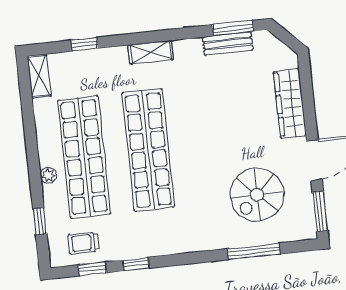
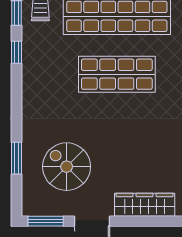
shop shelf: (148, 150) -> (117, 74), width x0.71
window: (254, 251) -> (17, 158), width x0.69

